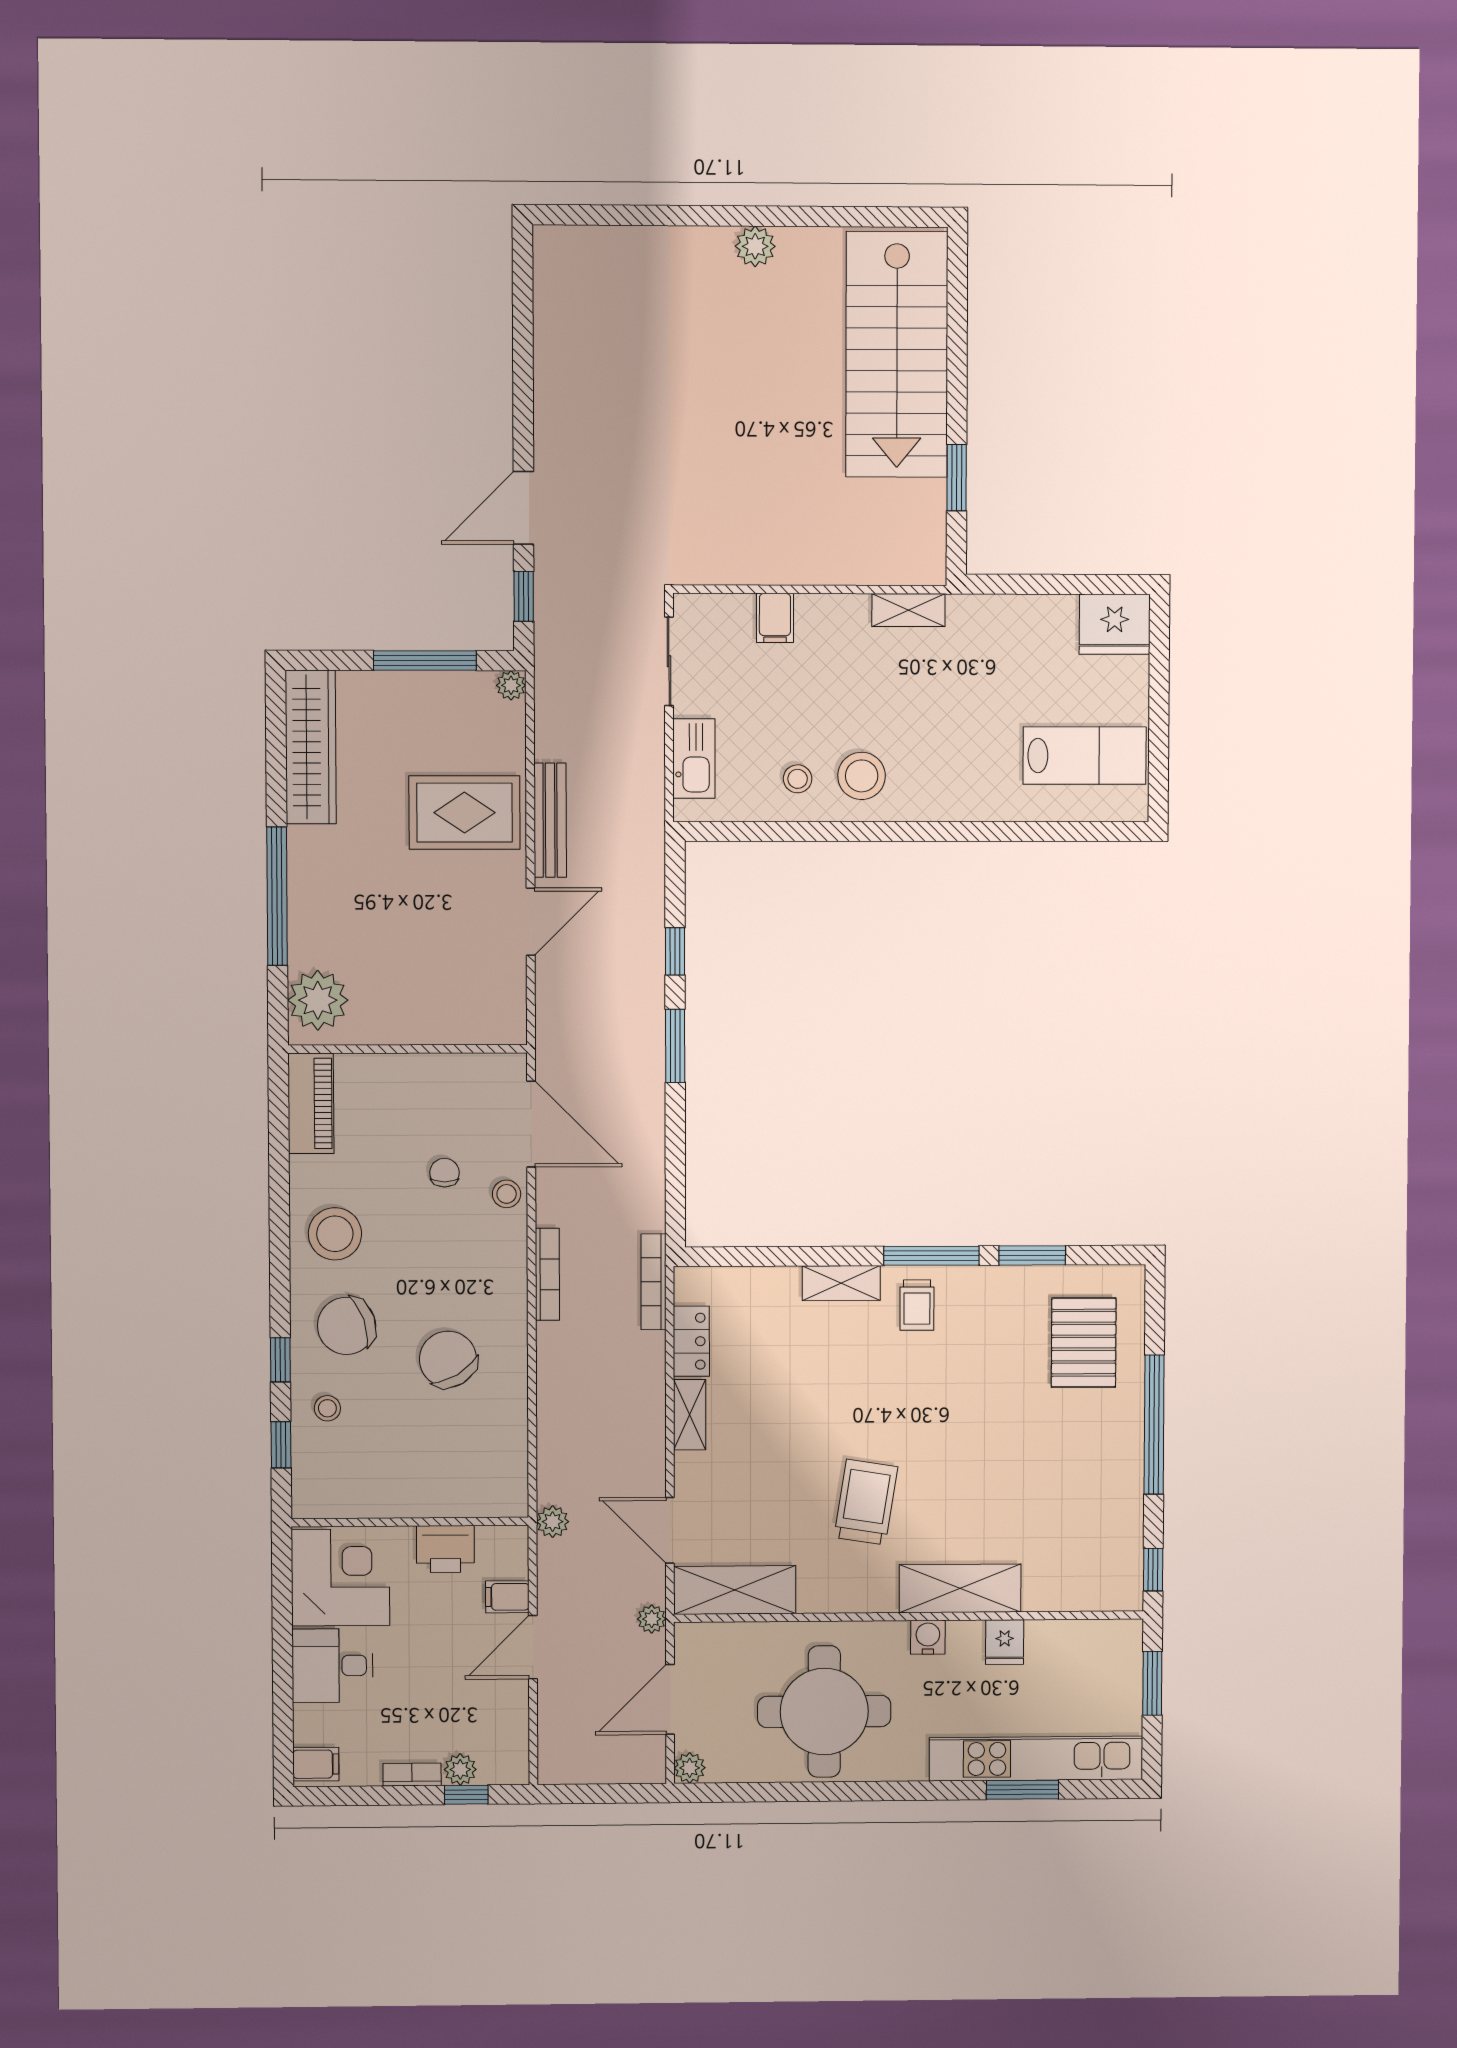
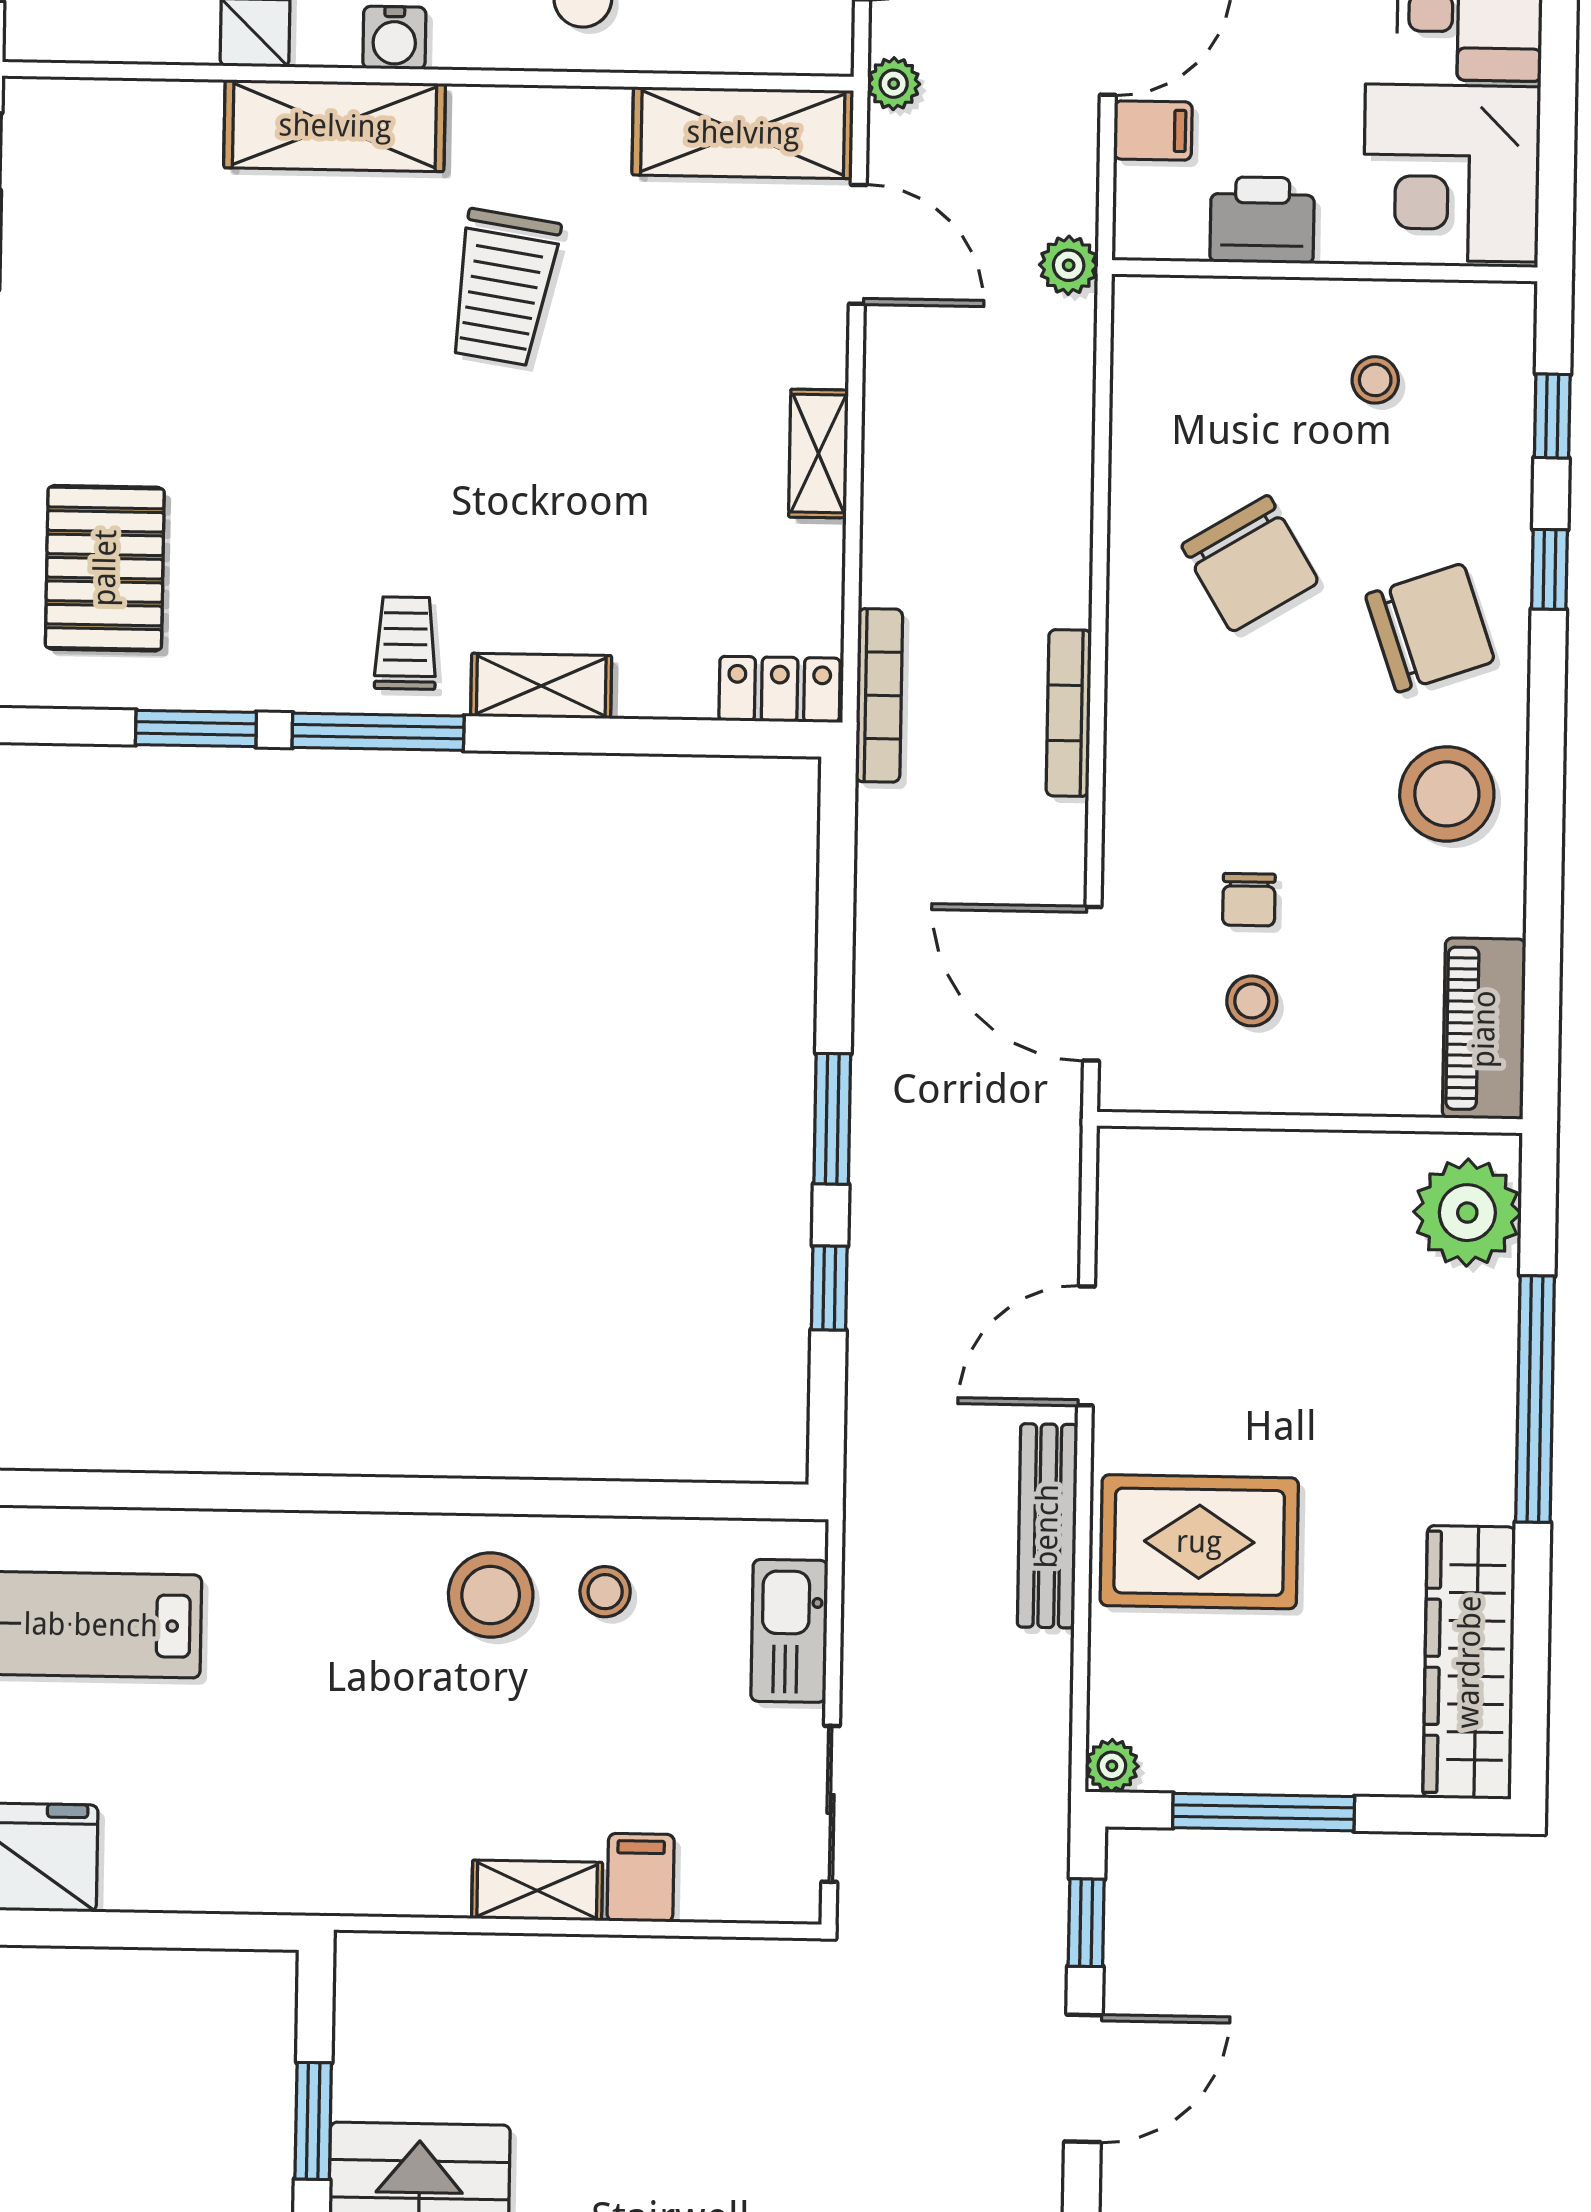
shelving: (908, 610) -> (537, 1890), moved
stool: (507, 1194) -> (1252, 1001), moved
locker: (691, 1341) -> (780, 689), moved, turned 90
stool: (327, 1408) -> (1375, 380), moved

